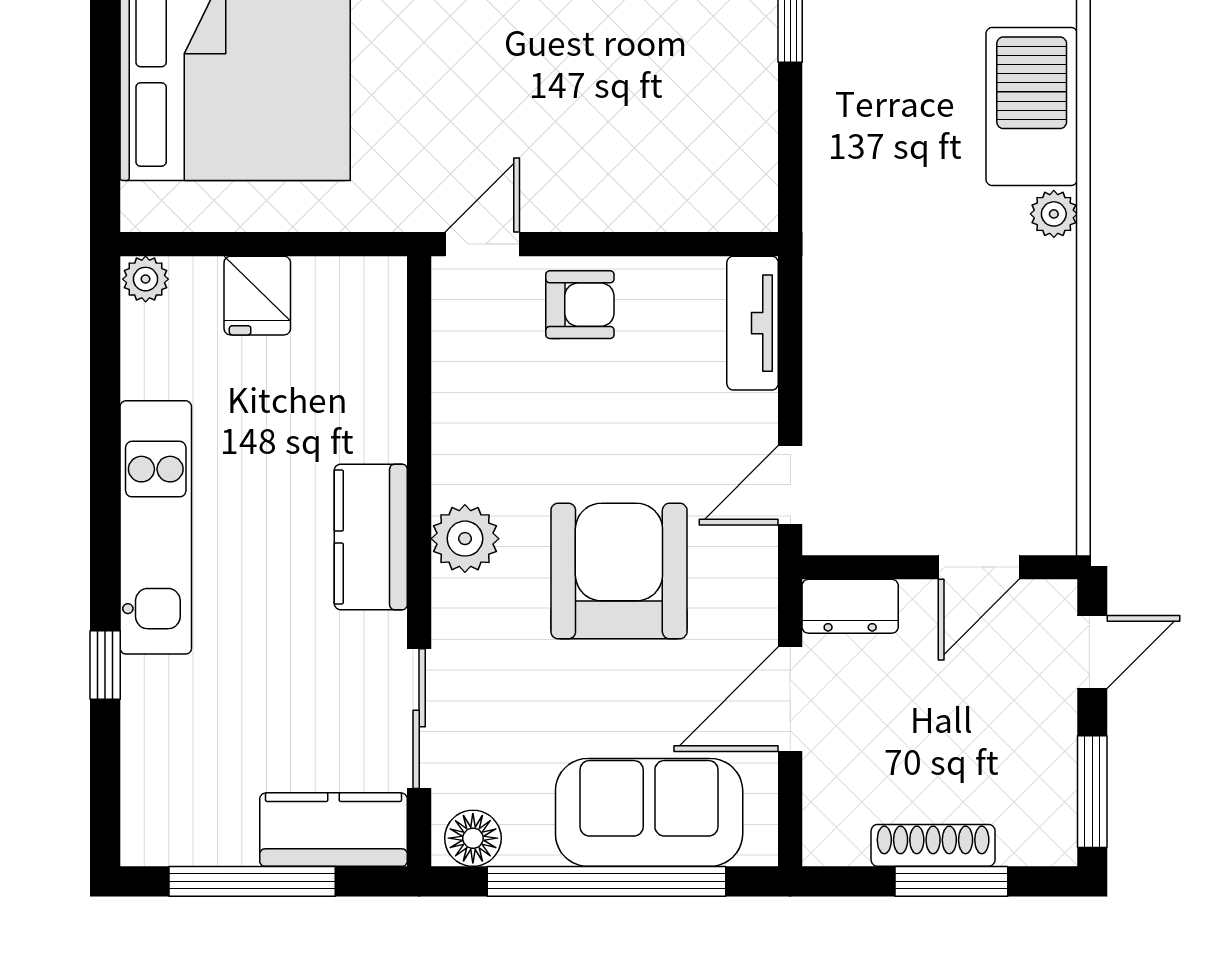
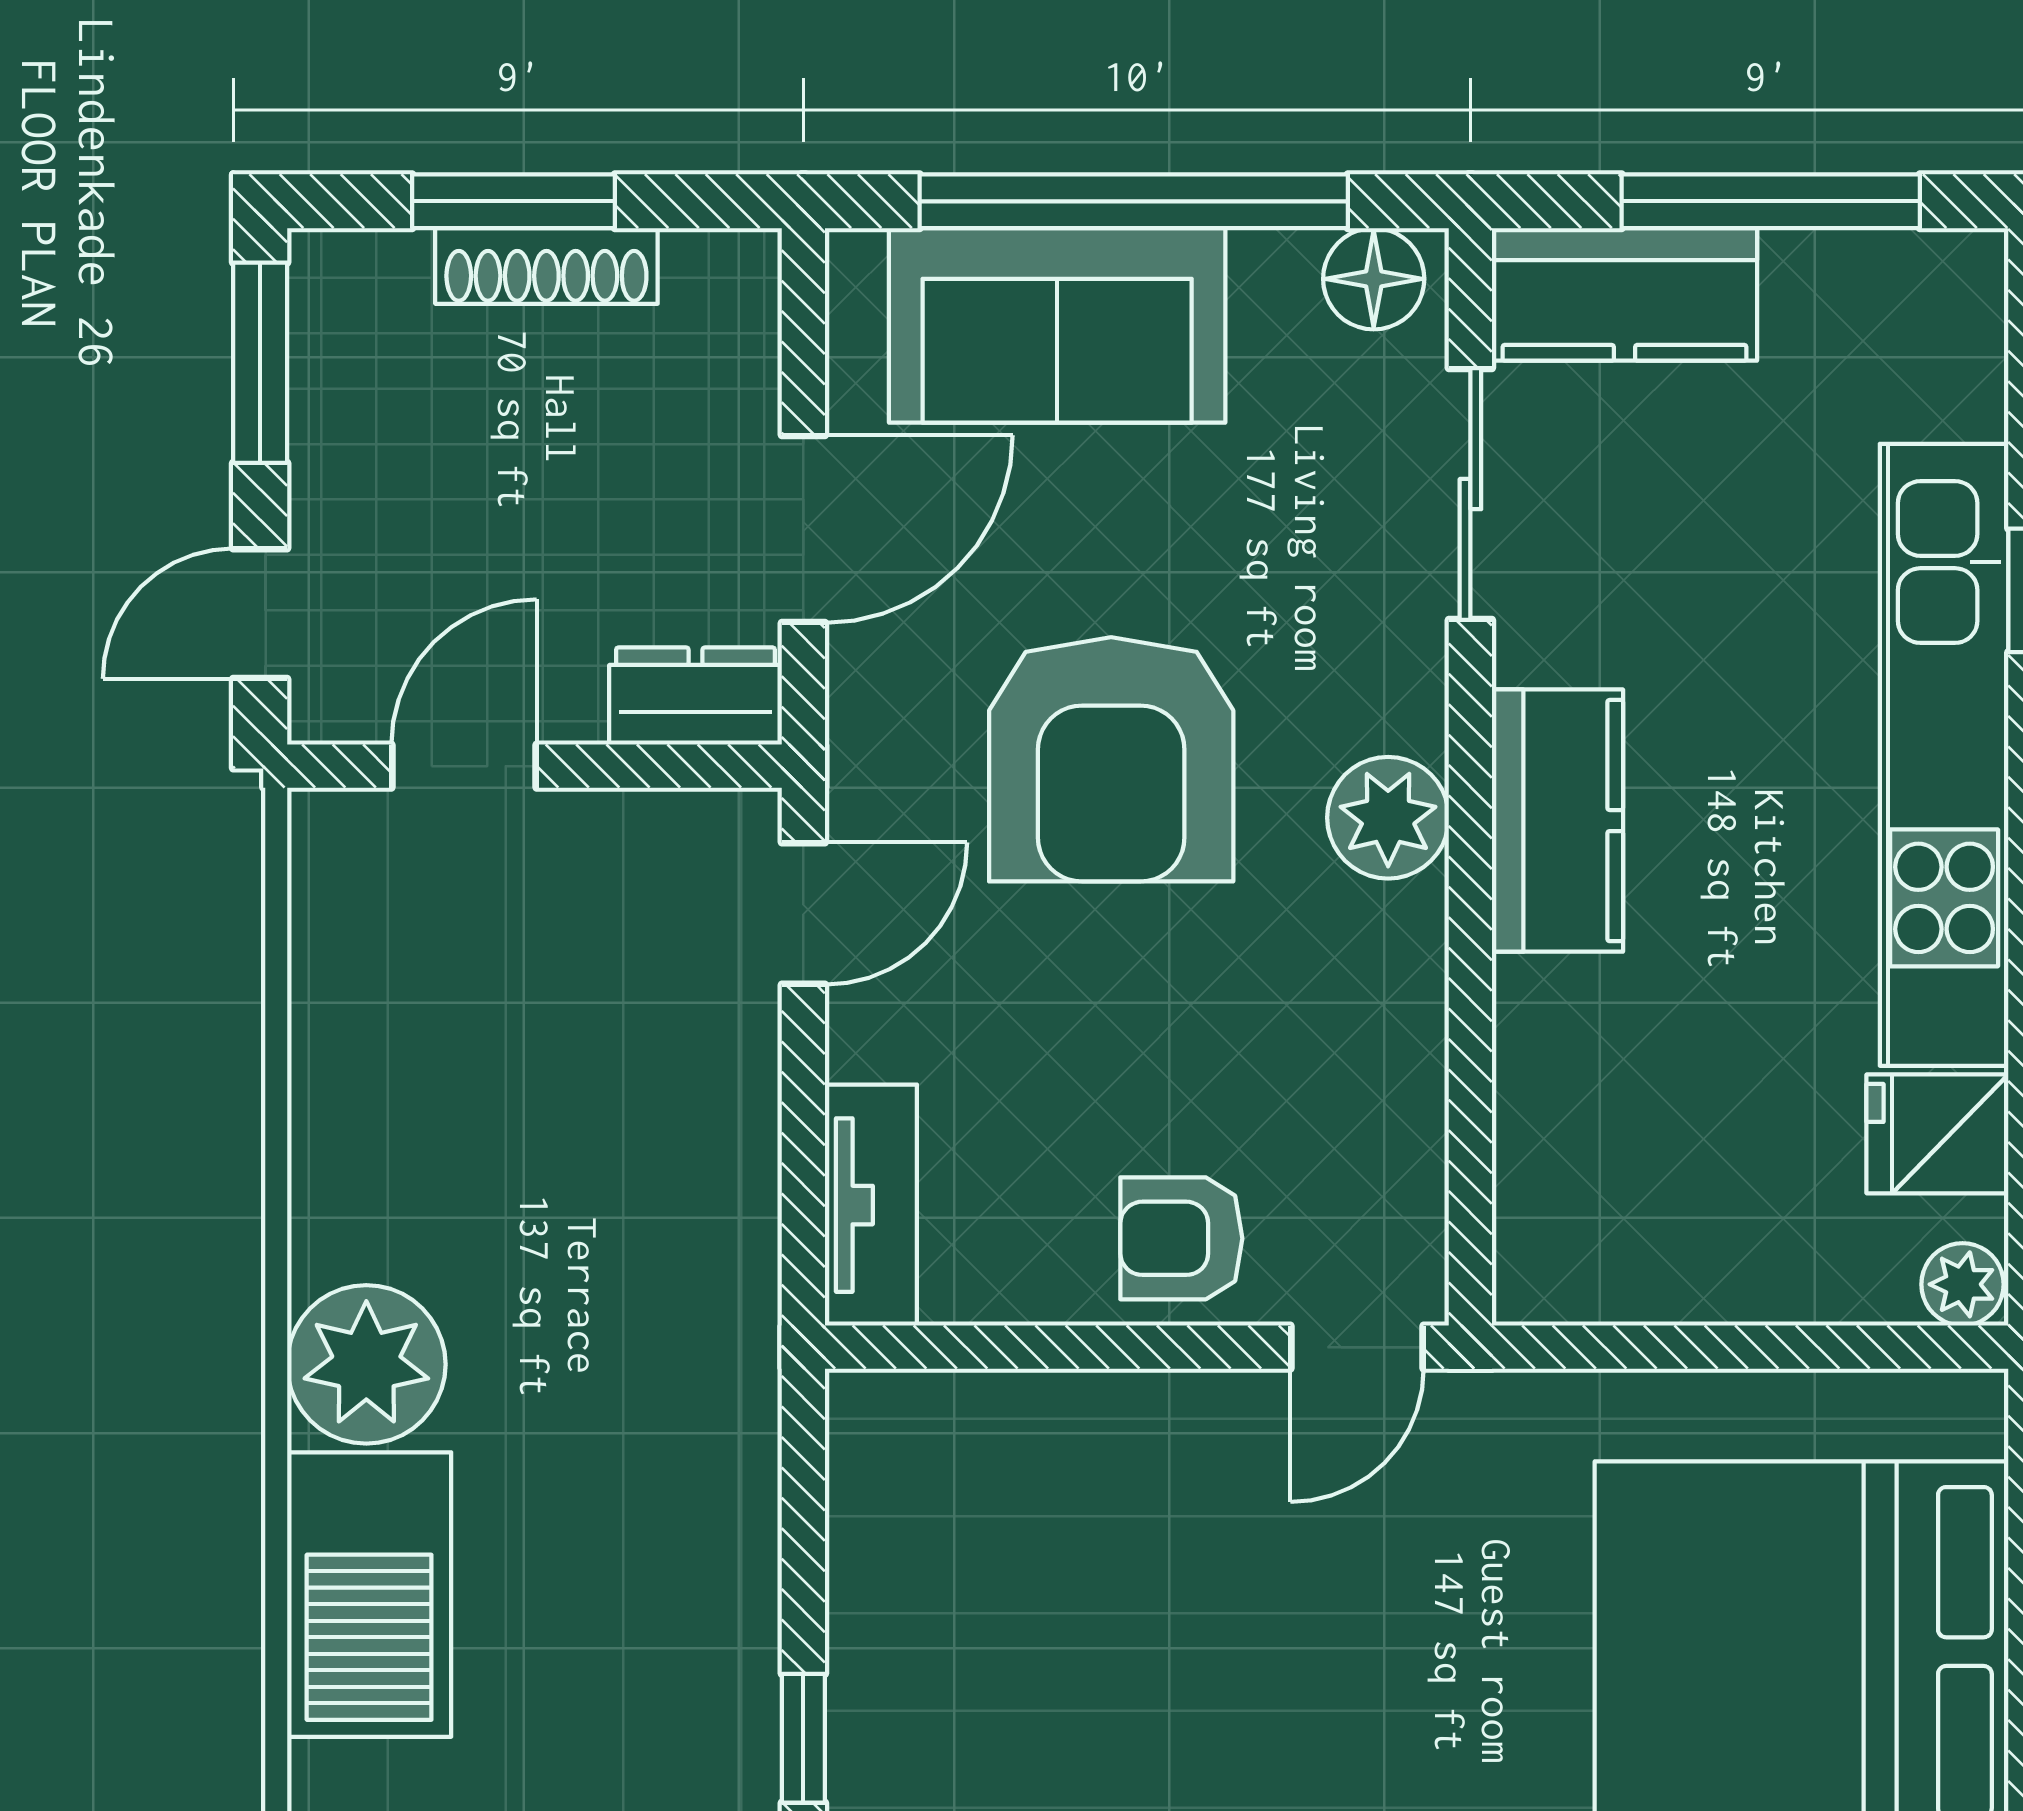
plant: (1054, 214) -> (366, 1364), width x1.88, depth x1.88
fridge: (257, 296) -> (1937, 1134), moved, turned -90
kitchen unit: (156, 527) -> (1944, 755), width x1.36

